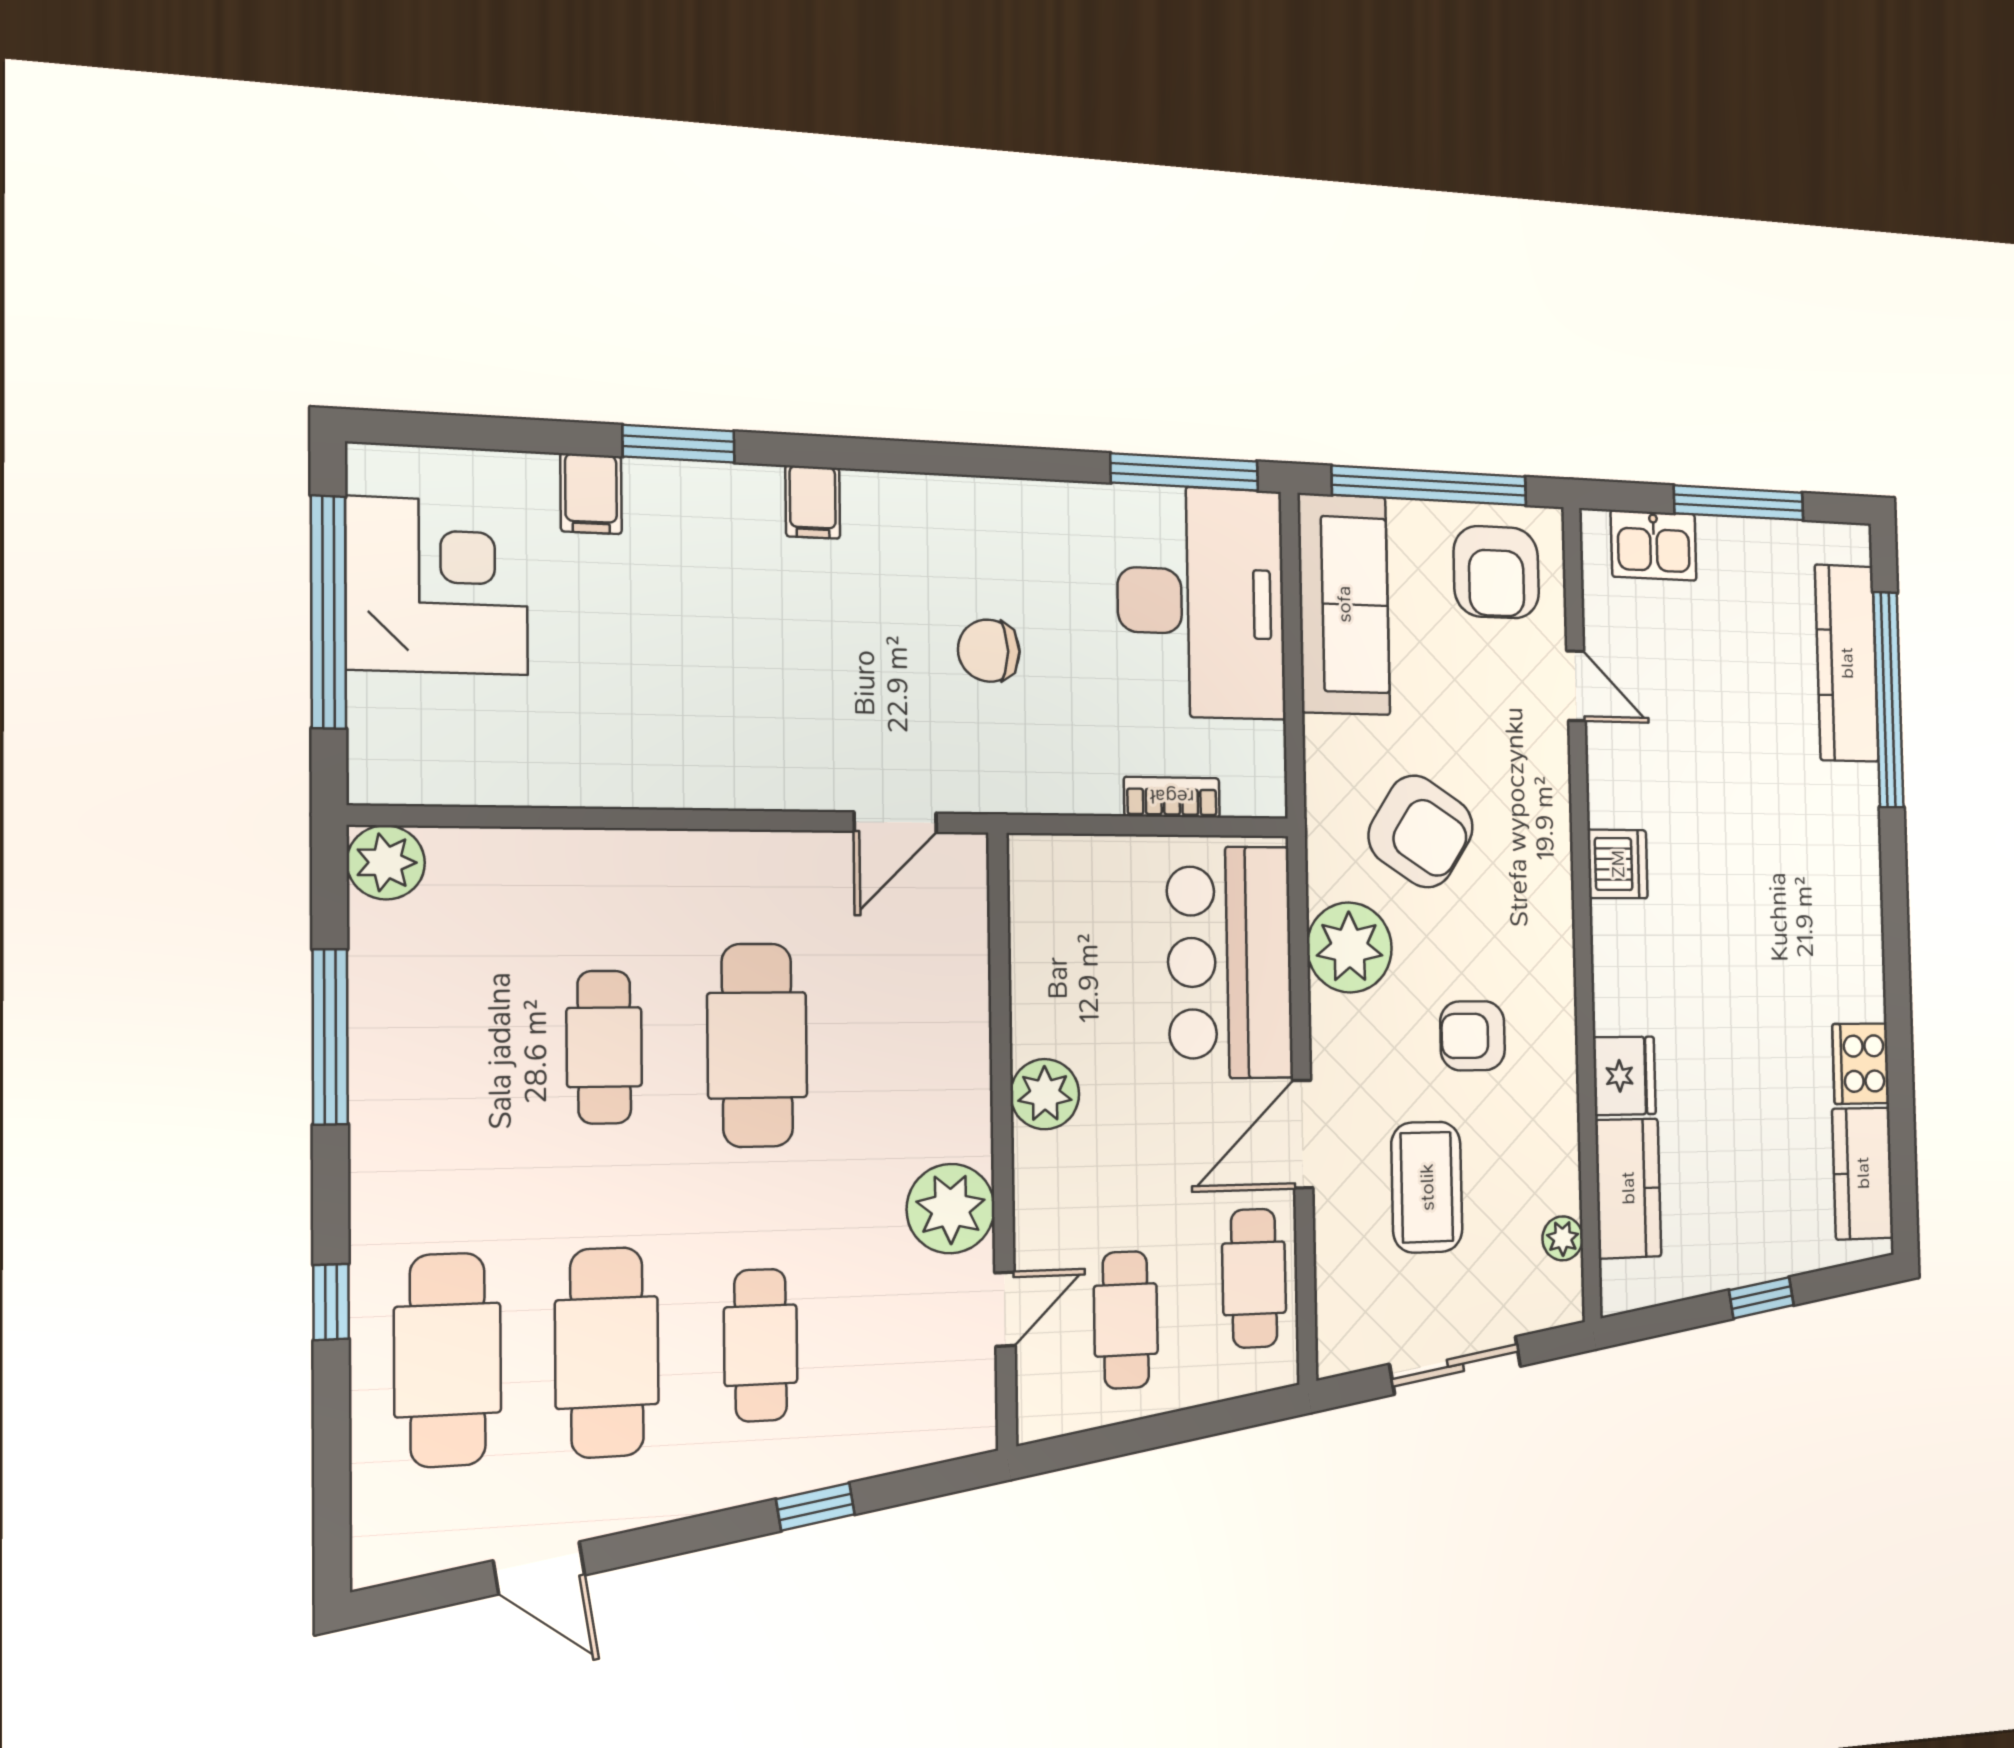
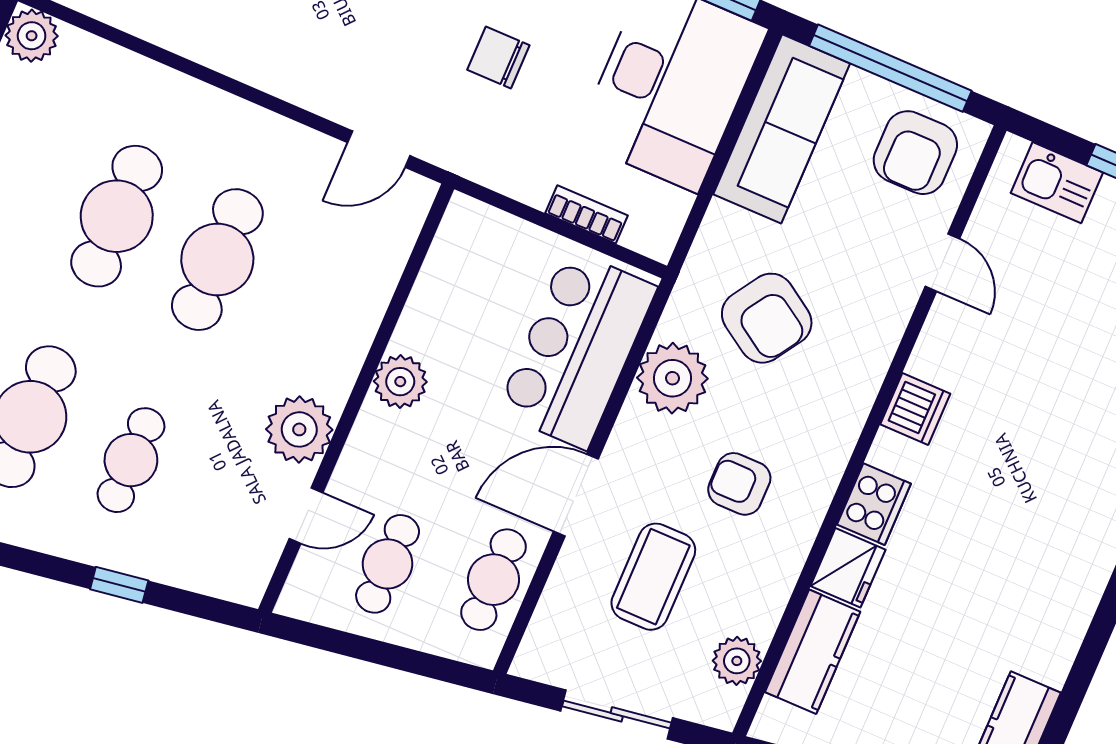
cafe table: (604, 1047) -> (117, 216), width x1.37, depth x1.35
cooker: (1861, 1064) -> (874, 504), moved, turned 180
plant: (1563, 1238) -> (737, 661), width x1.38, depth x1.38

